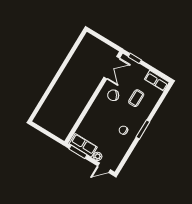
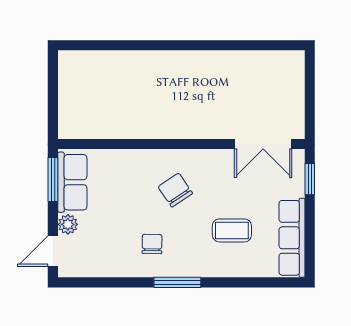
row of seats: (157, 81) -> (292, 238), width x1.48
chair: (113, 95) -> (175, 190), moved
door: (104, 168) -> (53, 251), hinge flipped

